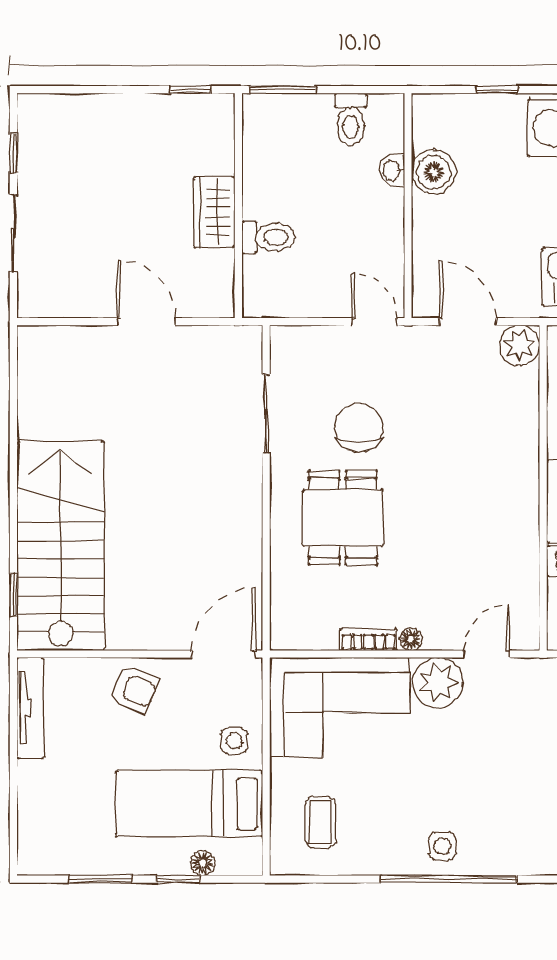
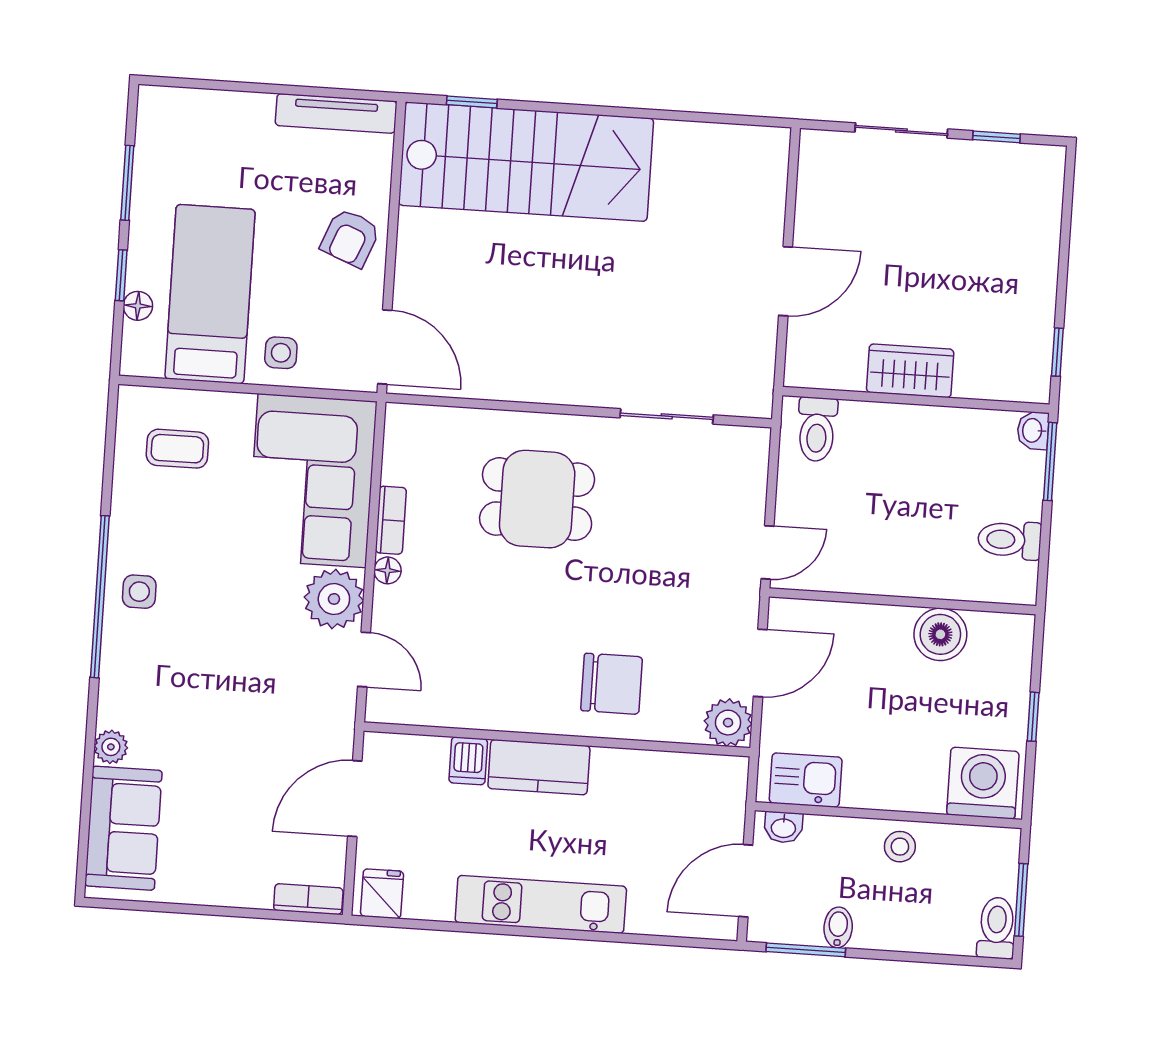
washbasin: (392, 170) -> (1033, 430), moved, turned -90
toilet: (269, 237) -> (817, 429), moved
chair: (359, 428) -> (612, 684), moved

